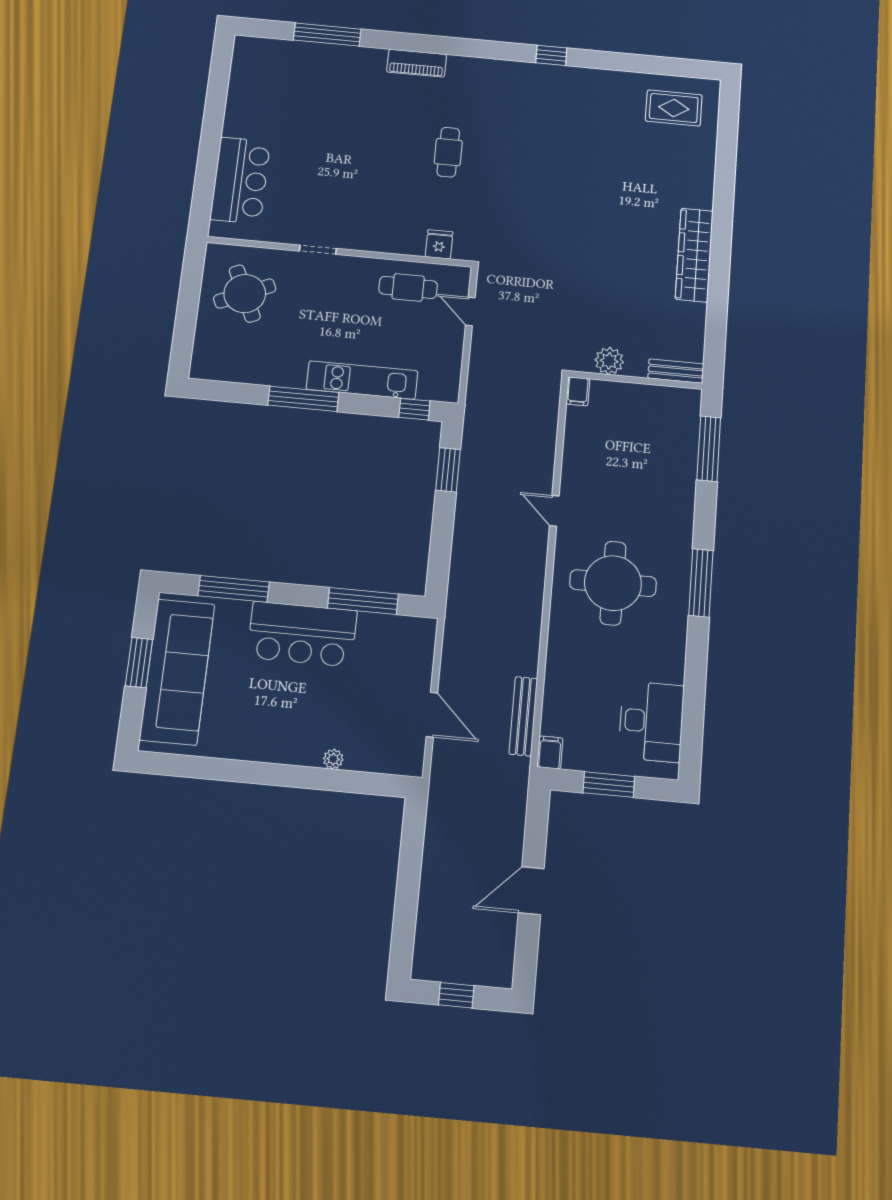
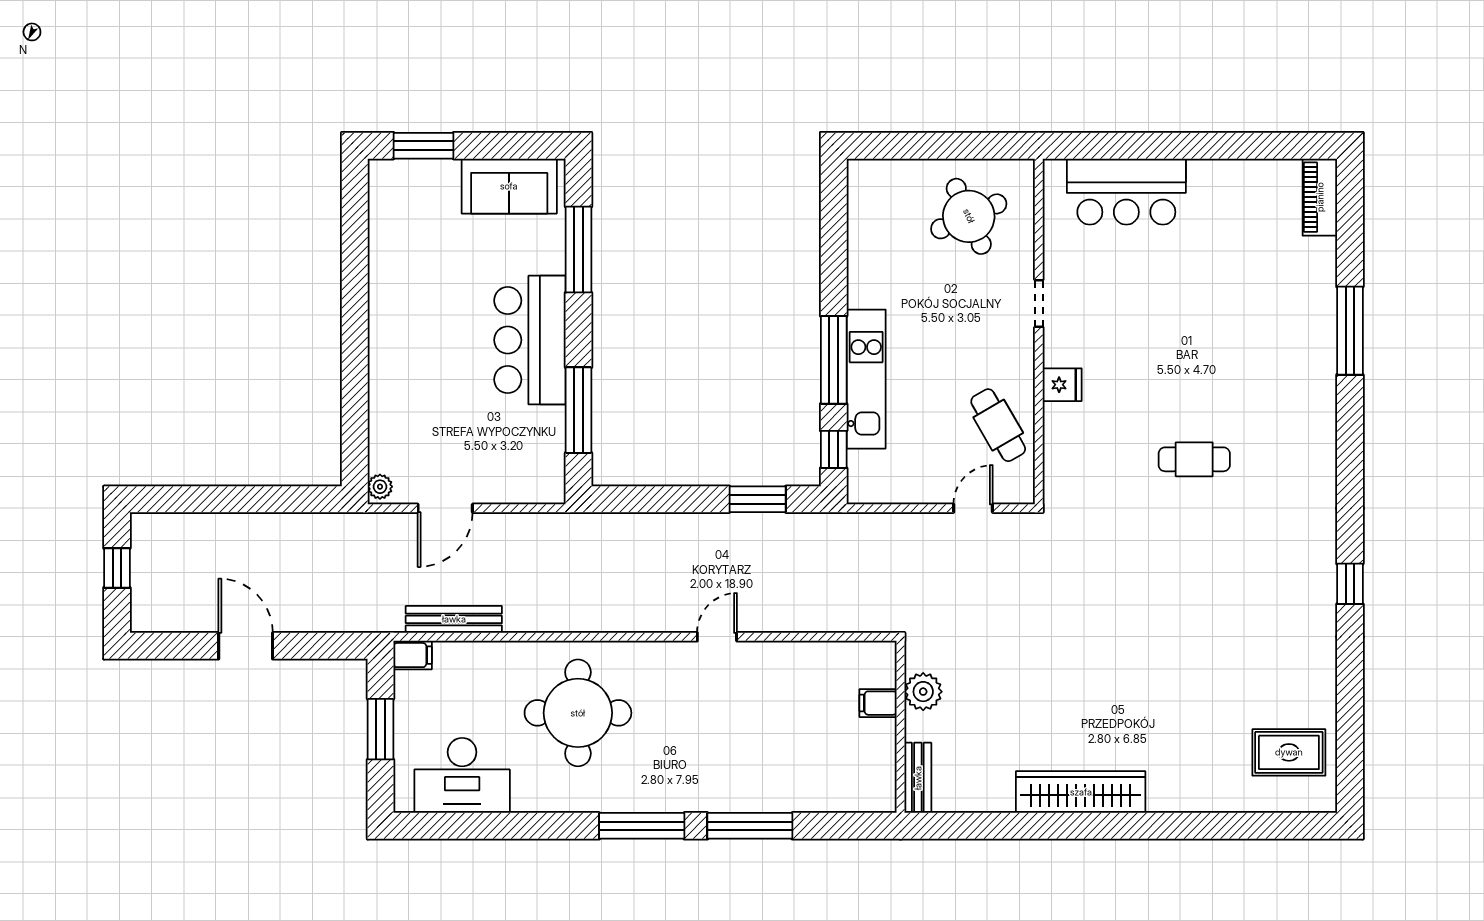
window: (327, 35) -> (1350, 331), moved
piano: (417, 63) -> (1320, 197), moved
rug: (674, 108) -> (1289, 752), turned 90
fridge: (439, 244) -> (1062, 385), moved
cafe table: (408, 287) -> (998, 425), turned -30
filing cabinet: (578, 391) -> (878, 703), moved
window: (303, 399) -> (834, 360), moved
window: (709, 449) -> (750, 826), moved
round table: (613, 583) -> (578, 713), moved
window: (139, 663) -> (423, 146), moved
sofa: (177, 672) -> (509, 186), width x0.54, depth x0.79
plant: (333, 759) -> (380, 487), moved

